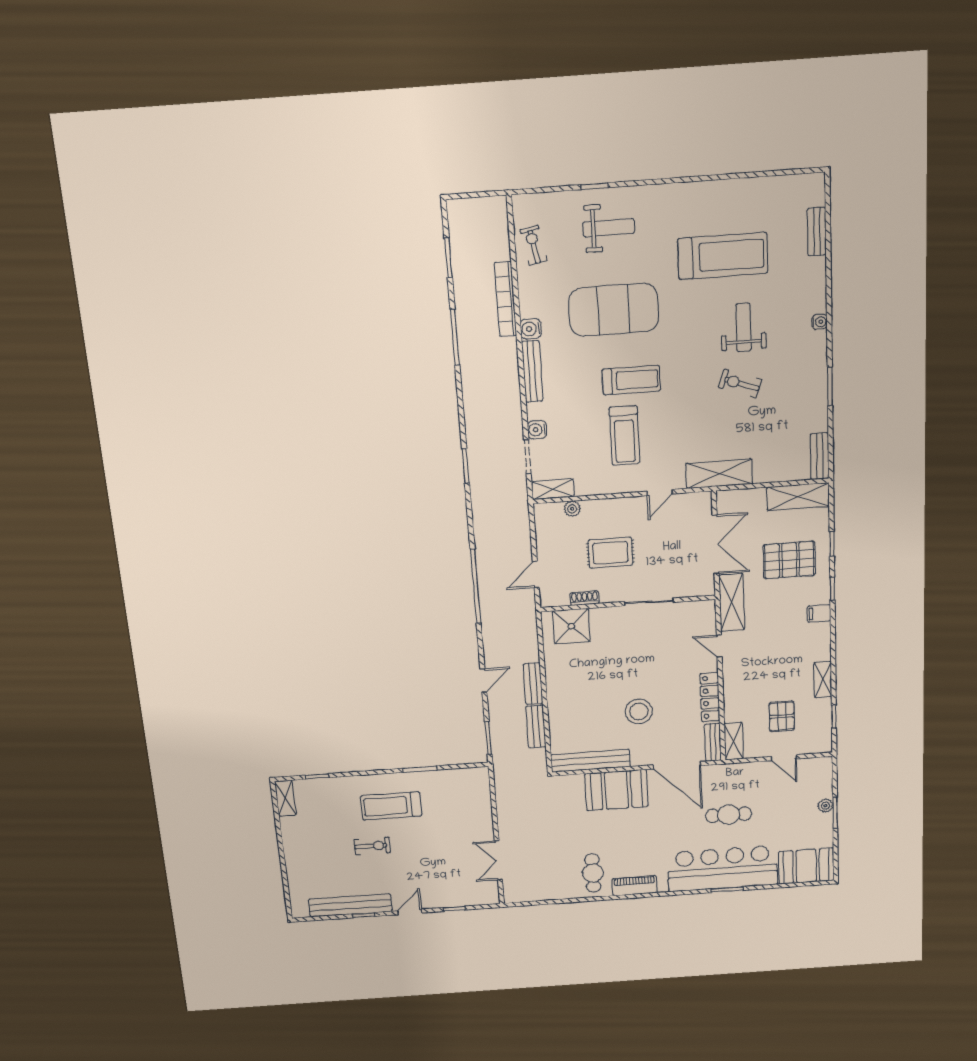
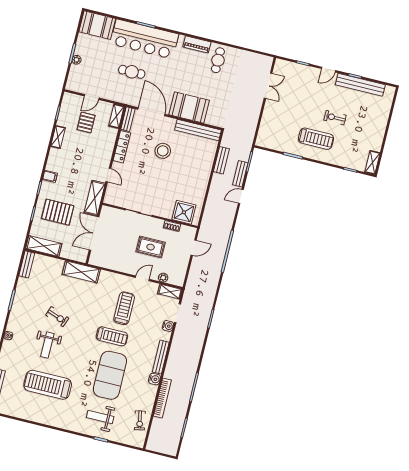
exercise mat: (614, 310) -> (110, 375), turned 90
treadmill: (631, 380) -> (112, 336), turned 180
door: (660, 493) -> (142, 278), moved
bench: (533, 684) -> (240, 174), moved
door: (784, 758) -> (92, 97), swing flipped

